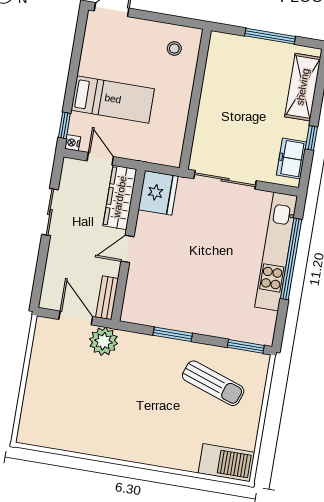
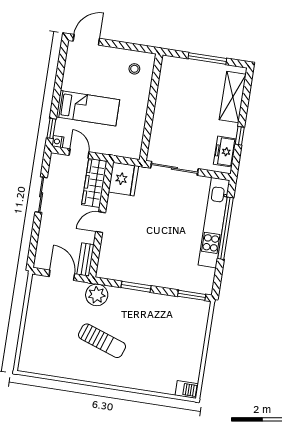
plant: (104, 341) -> (97, 295), moved
sun lounger: (213, 383) -> (102, 341), moved
barbecue: (226, 463) -> (187, 390), width x0.53, depth x0.65

